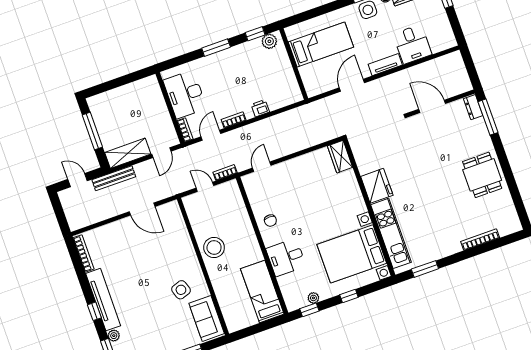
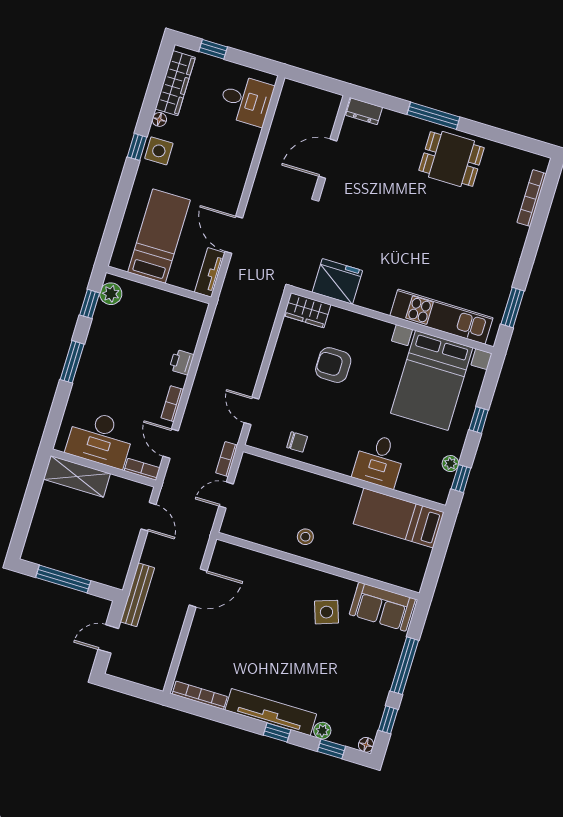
desk: (412, 44) -> (246, 100), moved
tv unit: (385, 65) -> (210, 272), moved
window: (488, 117) -> (433, 116), moved
shelving: (128, 153) -> (77, 476), moved, turned 90
fridge: (377, 186) -> (337, 281), moved
armchair: (320, 193) -> (333, 365), added
chair: (270, 221) -> (297, 442), moved
bookcase: (480, 240) -> (532, 198), moved
stool: (214, 248) -> (305, 537), width x0.53, depth x0.53

